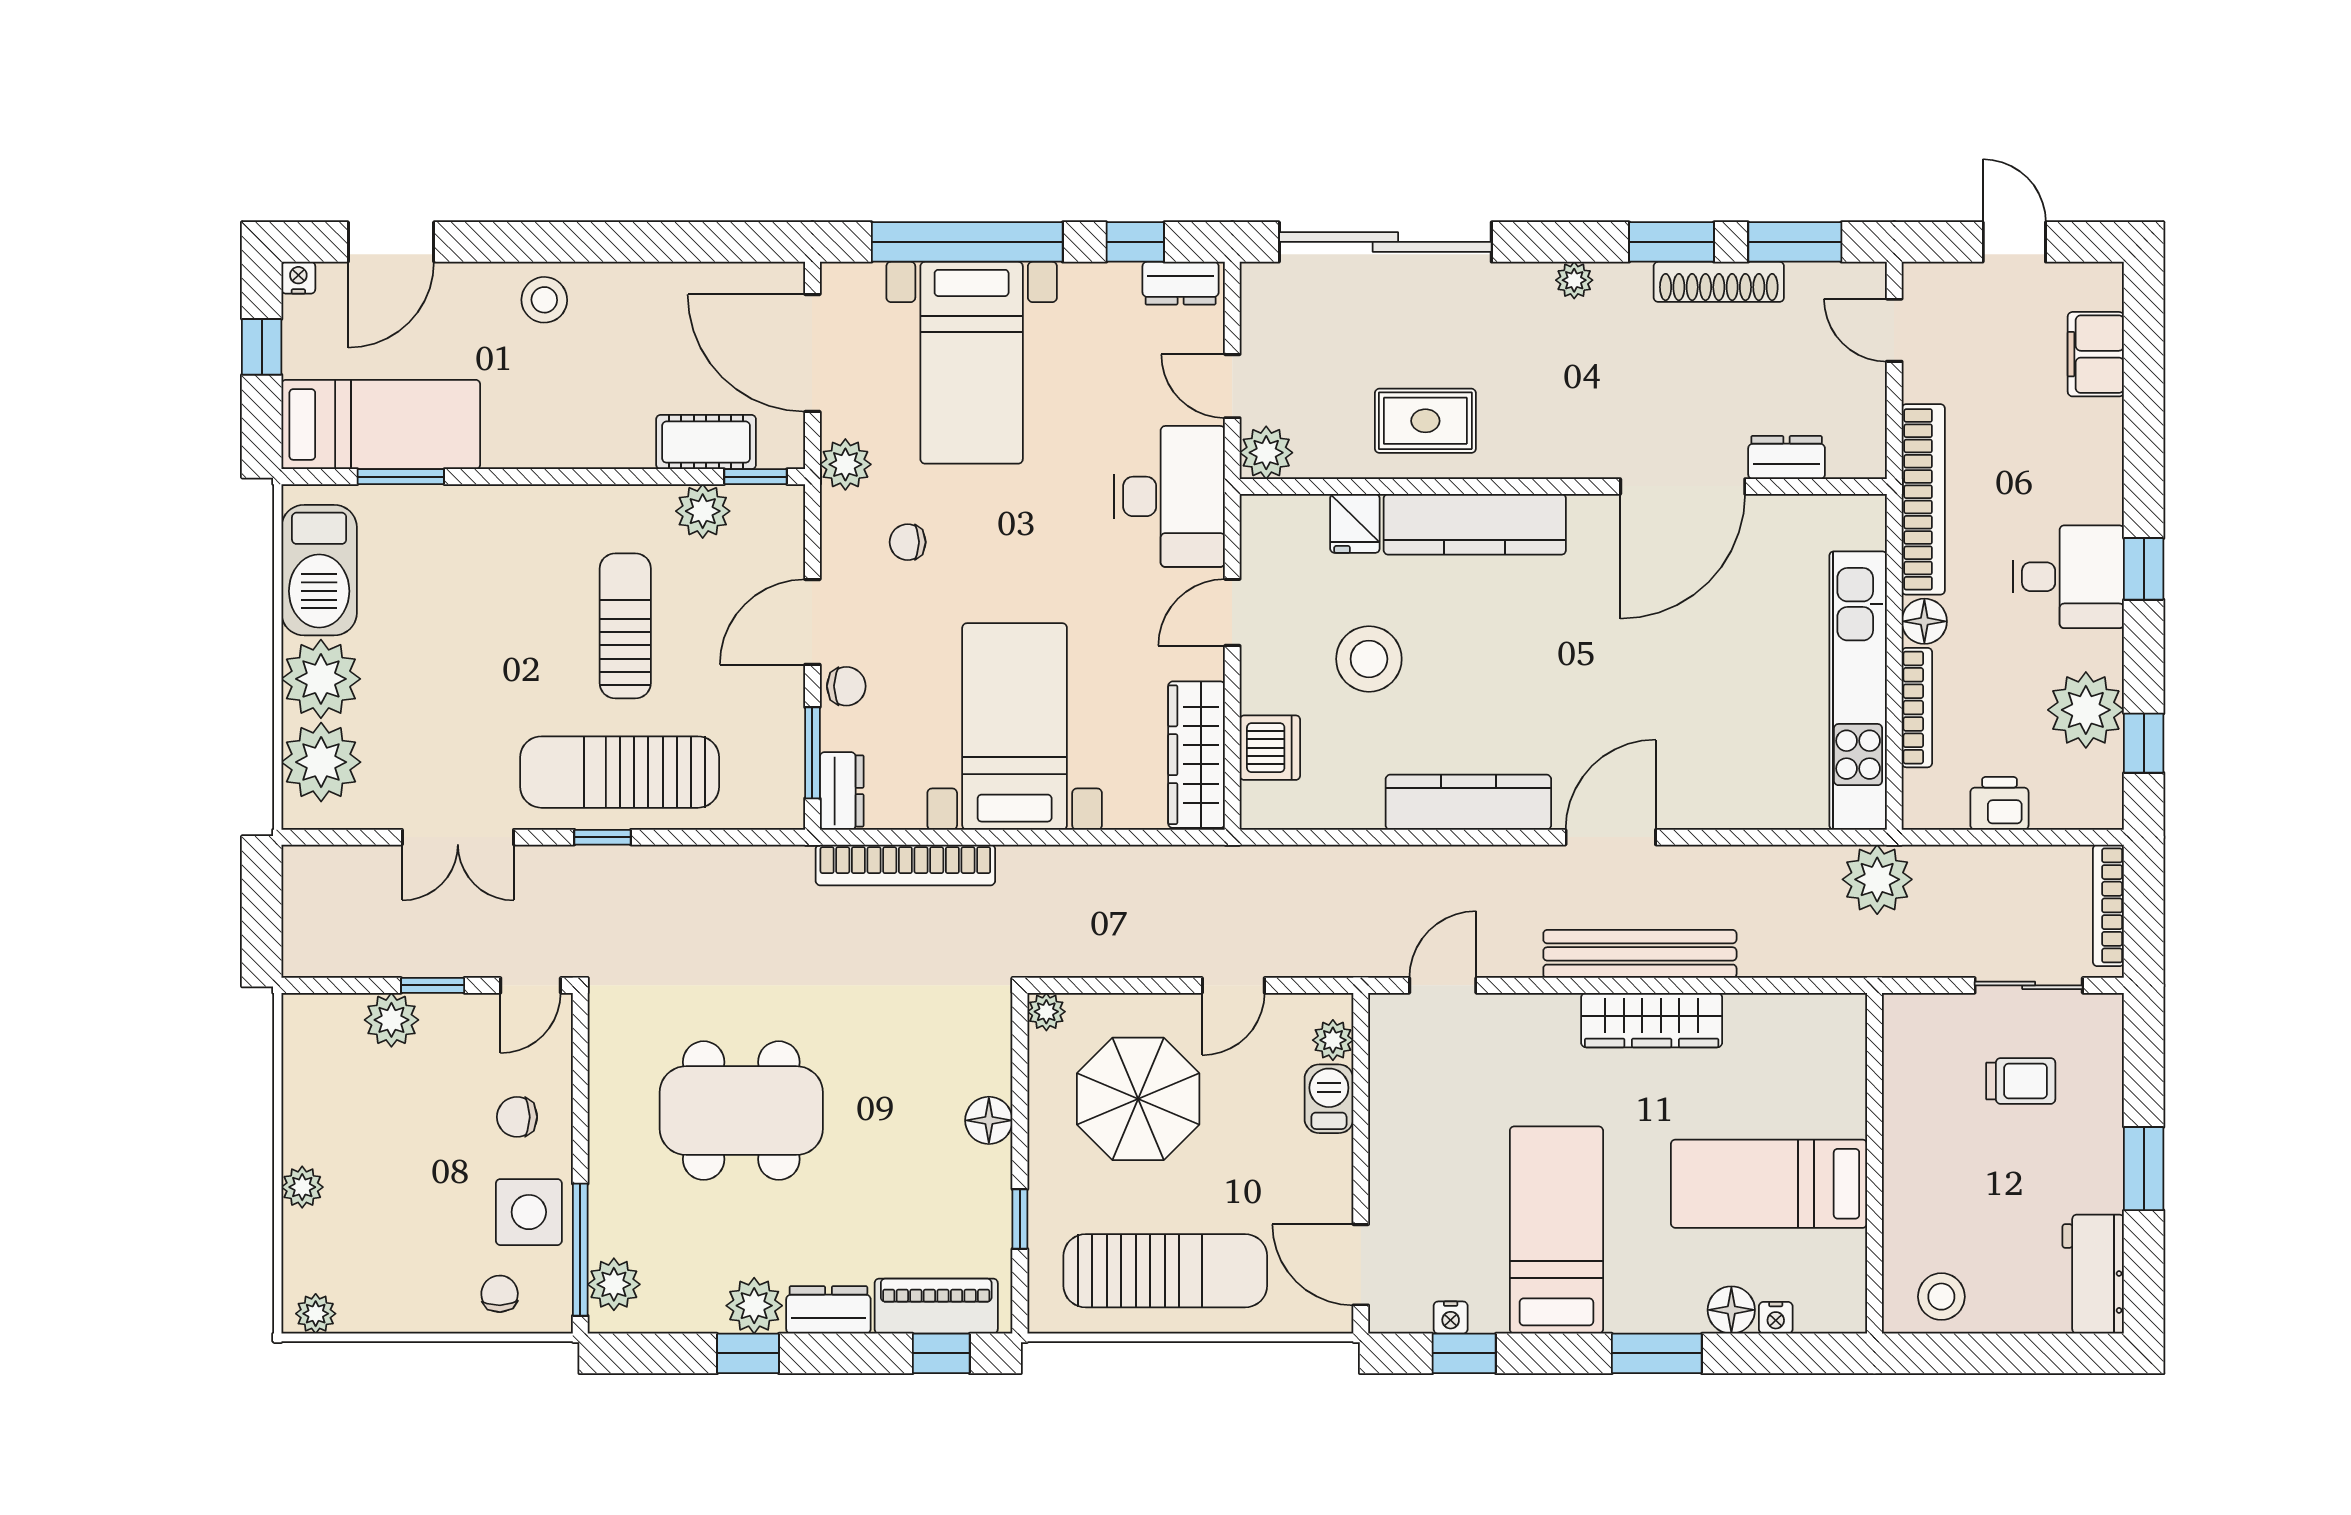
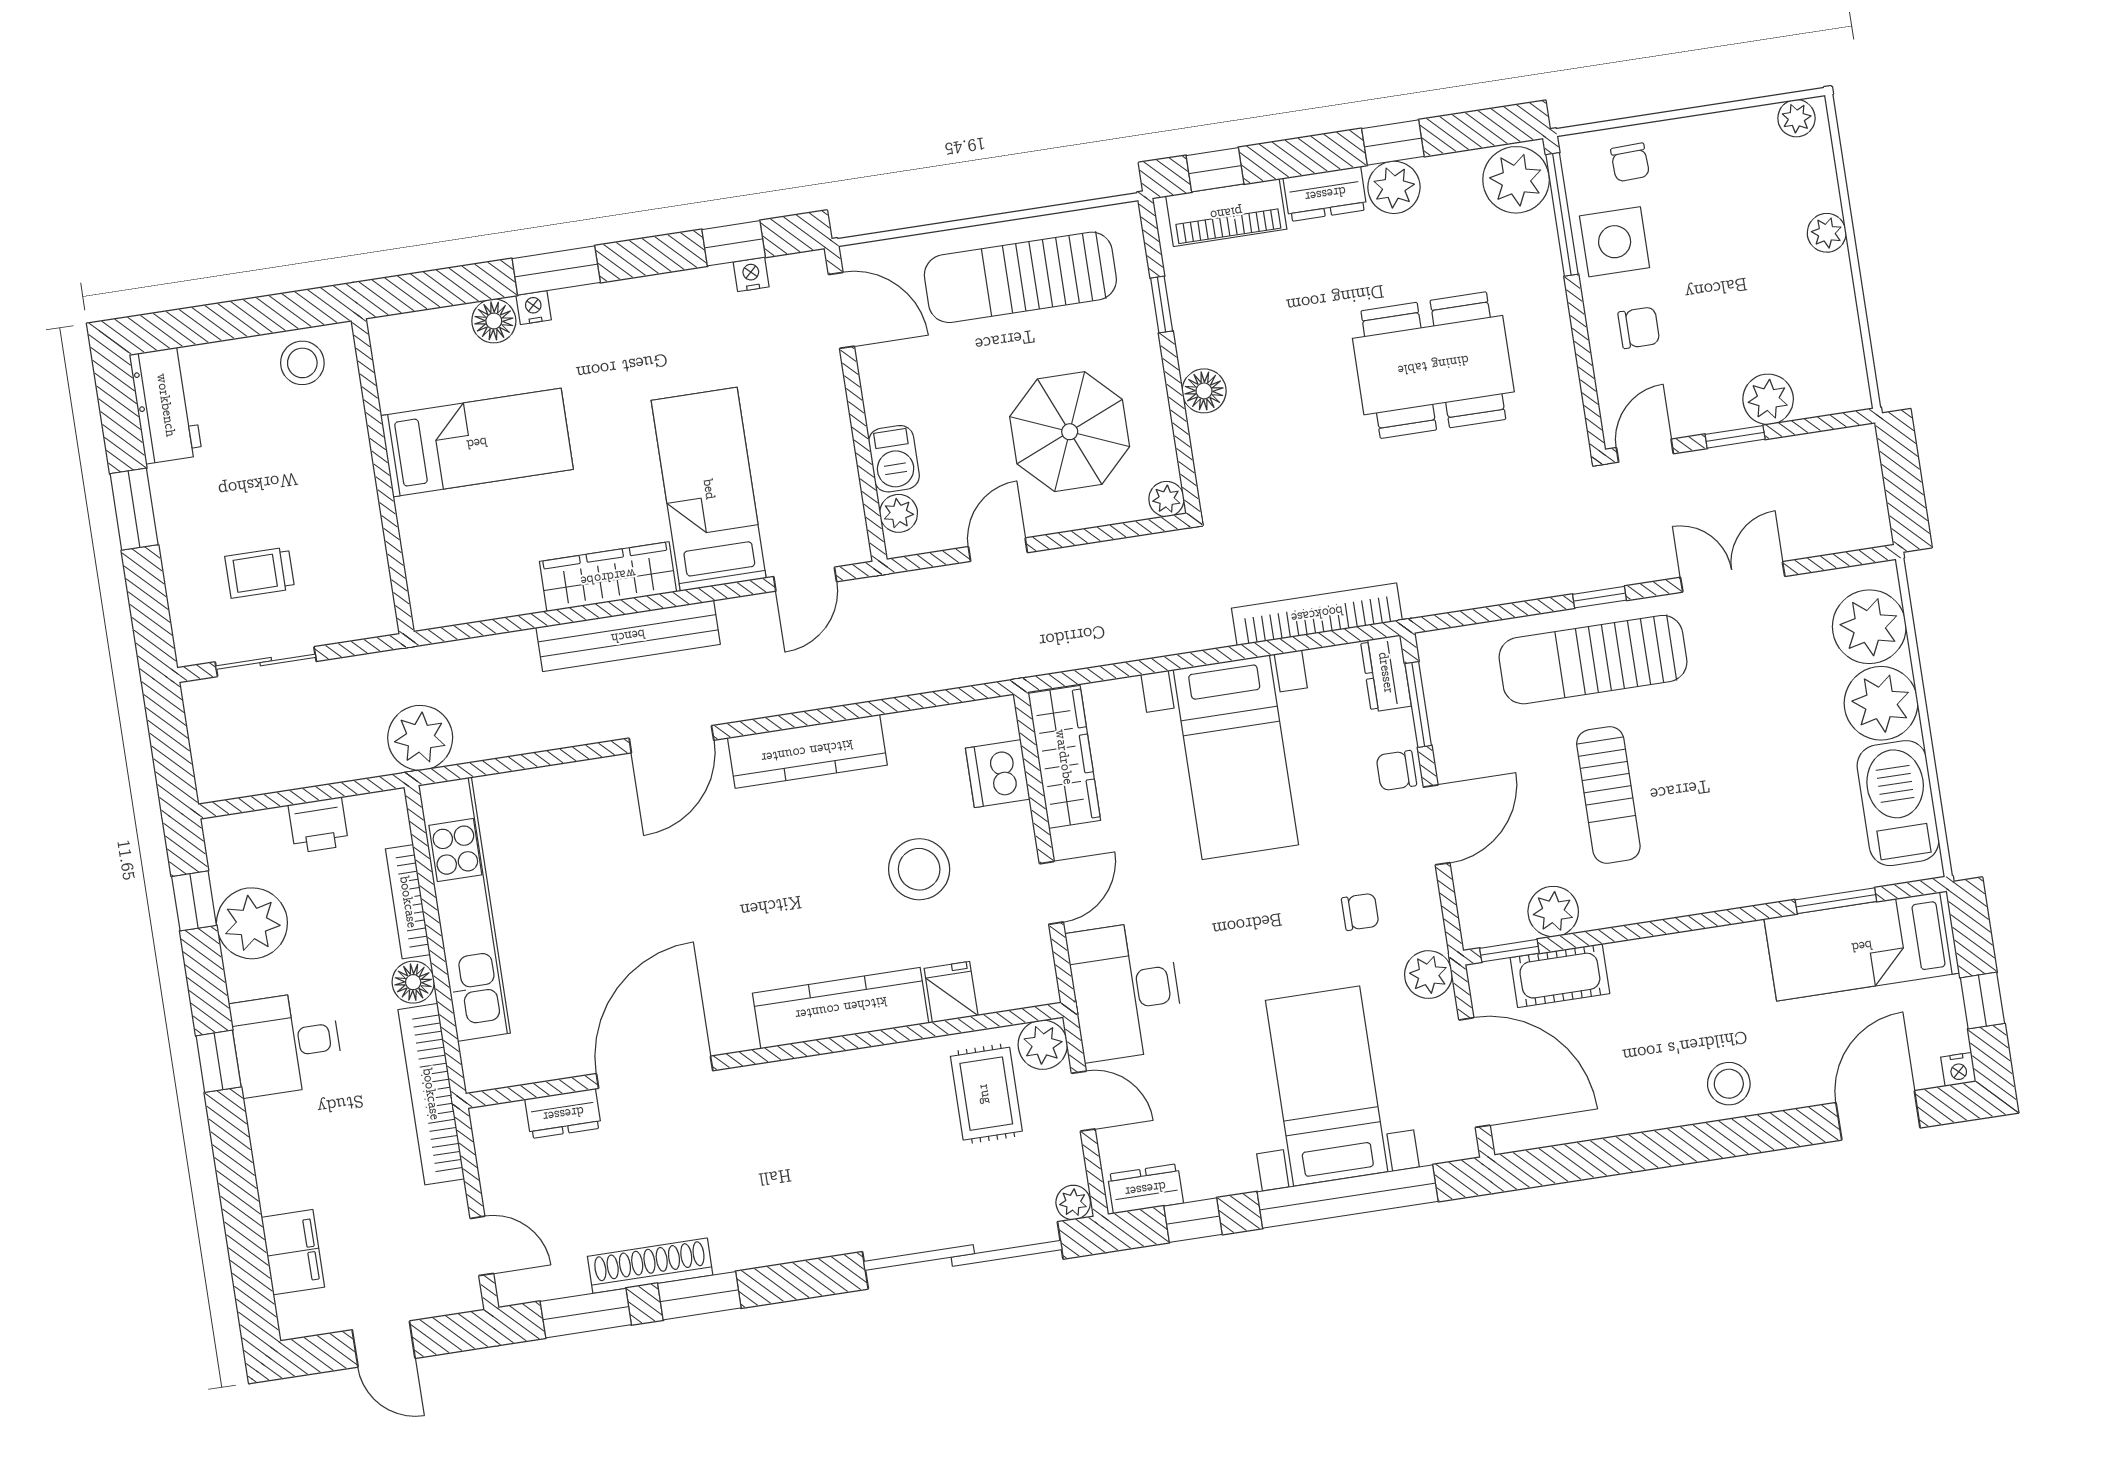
plant: (1574, 280) -> (1073, 1202), moved
rug: (1425, 421) -> (986, 1094), moved, turned 90
sun lounger: (620, 772) -> (1593, 660), turned 180
bookcase: (2108, 905) -> (204, 747), removed
bed: (1556, 1230) -> (709, 489), moved, turned 180
plant: (614, 1284) -> (1516, 180), width x1.36, depth x1.36
nightstand: (1776, 1318) -> (534, 308), moved

